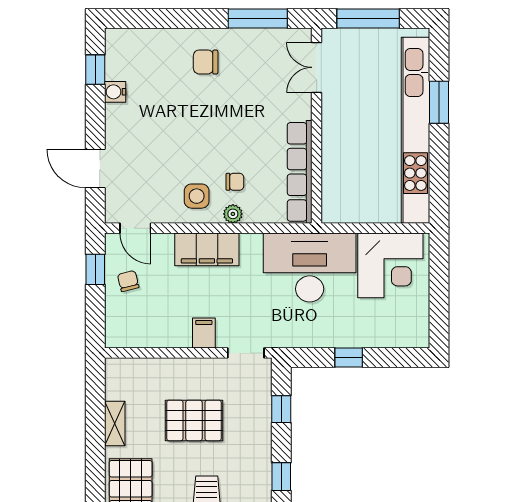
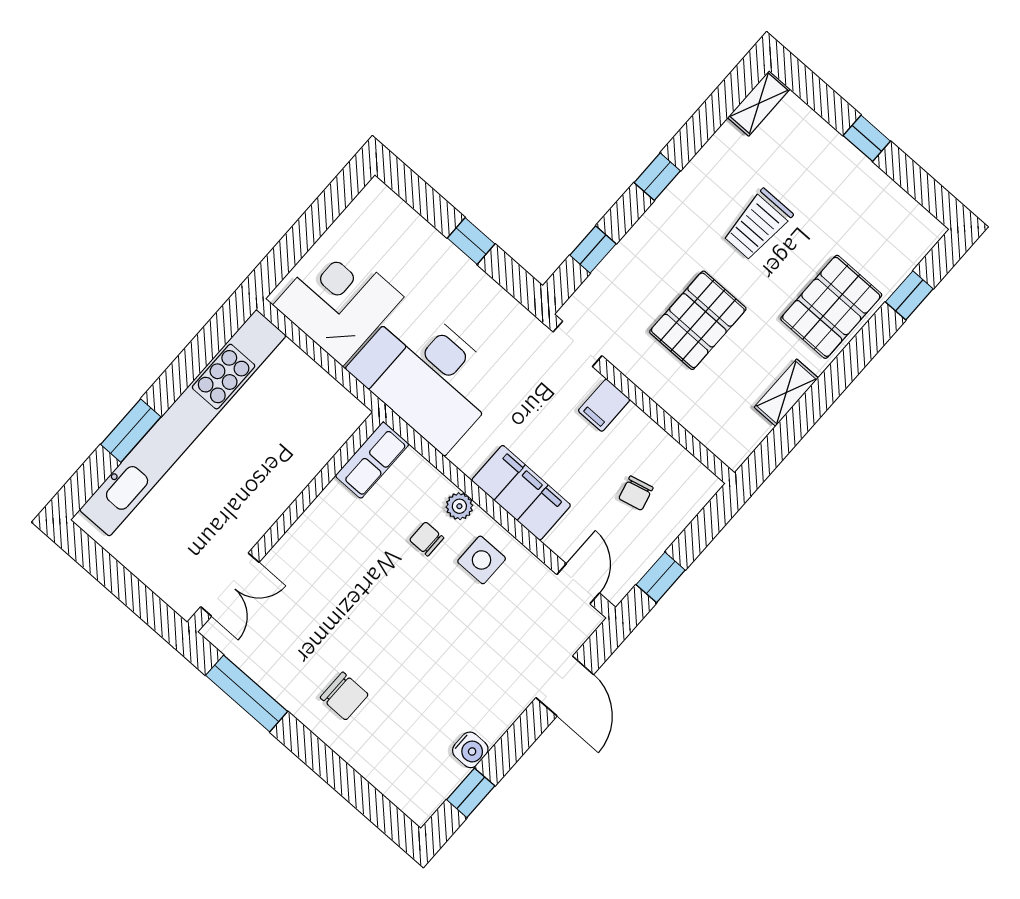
window: (368, 19) -> (127, 588), removed
row of seats: (300, 172) -> (372, 460), width x0.50
chair: (128, 281) -> (636, 493), moved
pallet: (194, 420) -> (698, 320), turned 90

